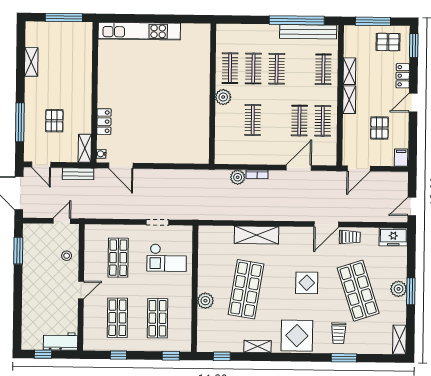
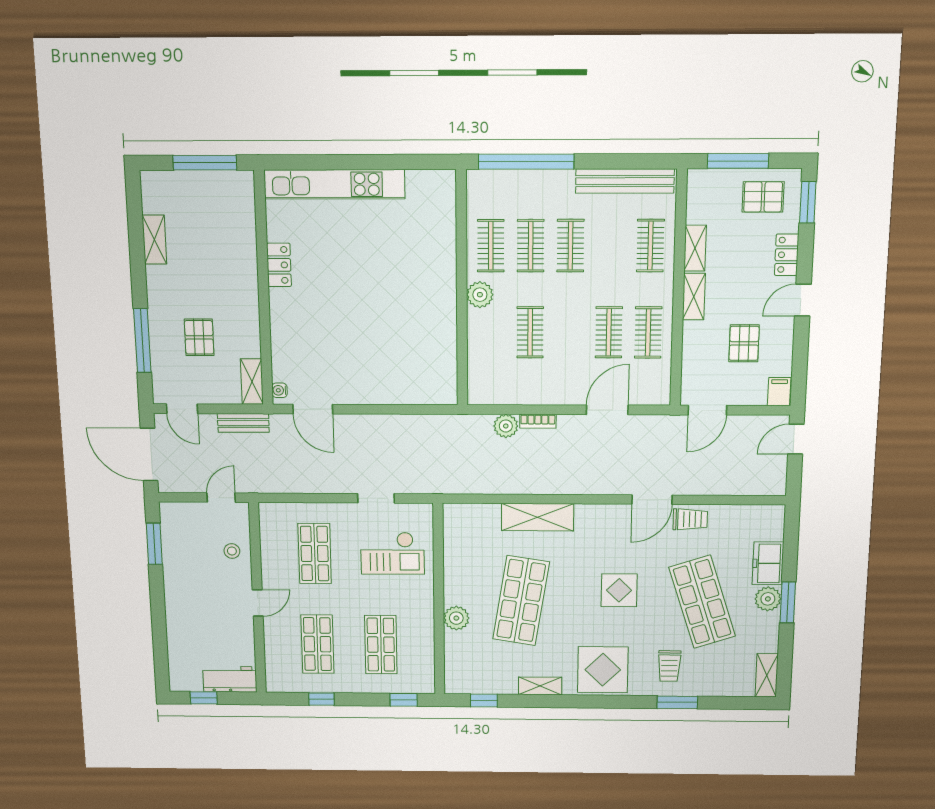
window: (297, 20) -> (526, 162), moved
locker: (104, 122) -> (279, 265), moved
door: (412, 206) -> (796, 439), moved
freezer: (393, 237) -> (768, 563), moved, turned 90

